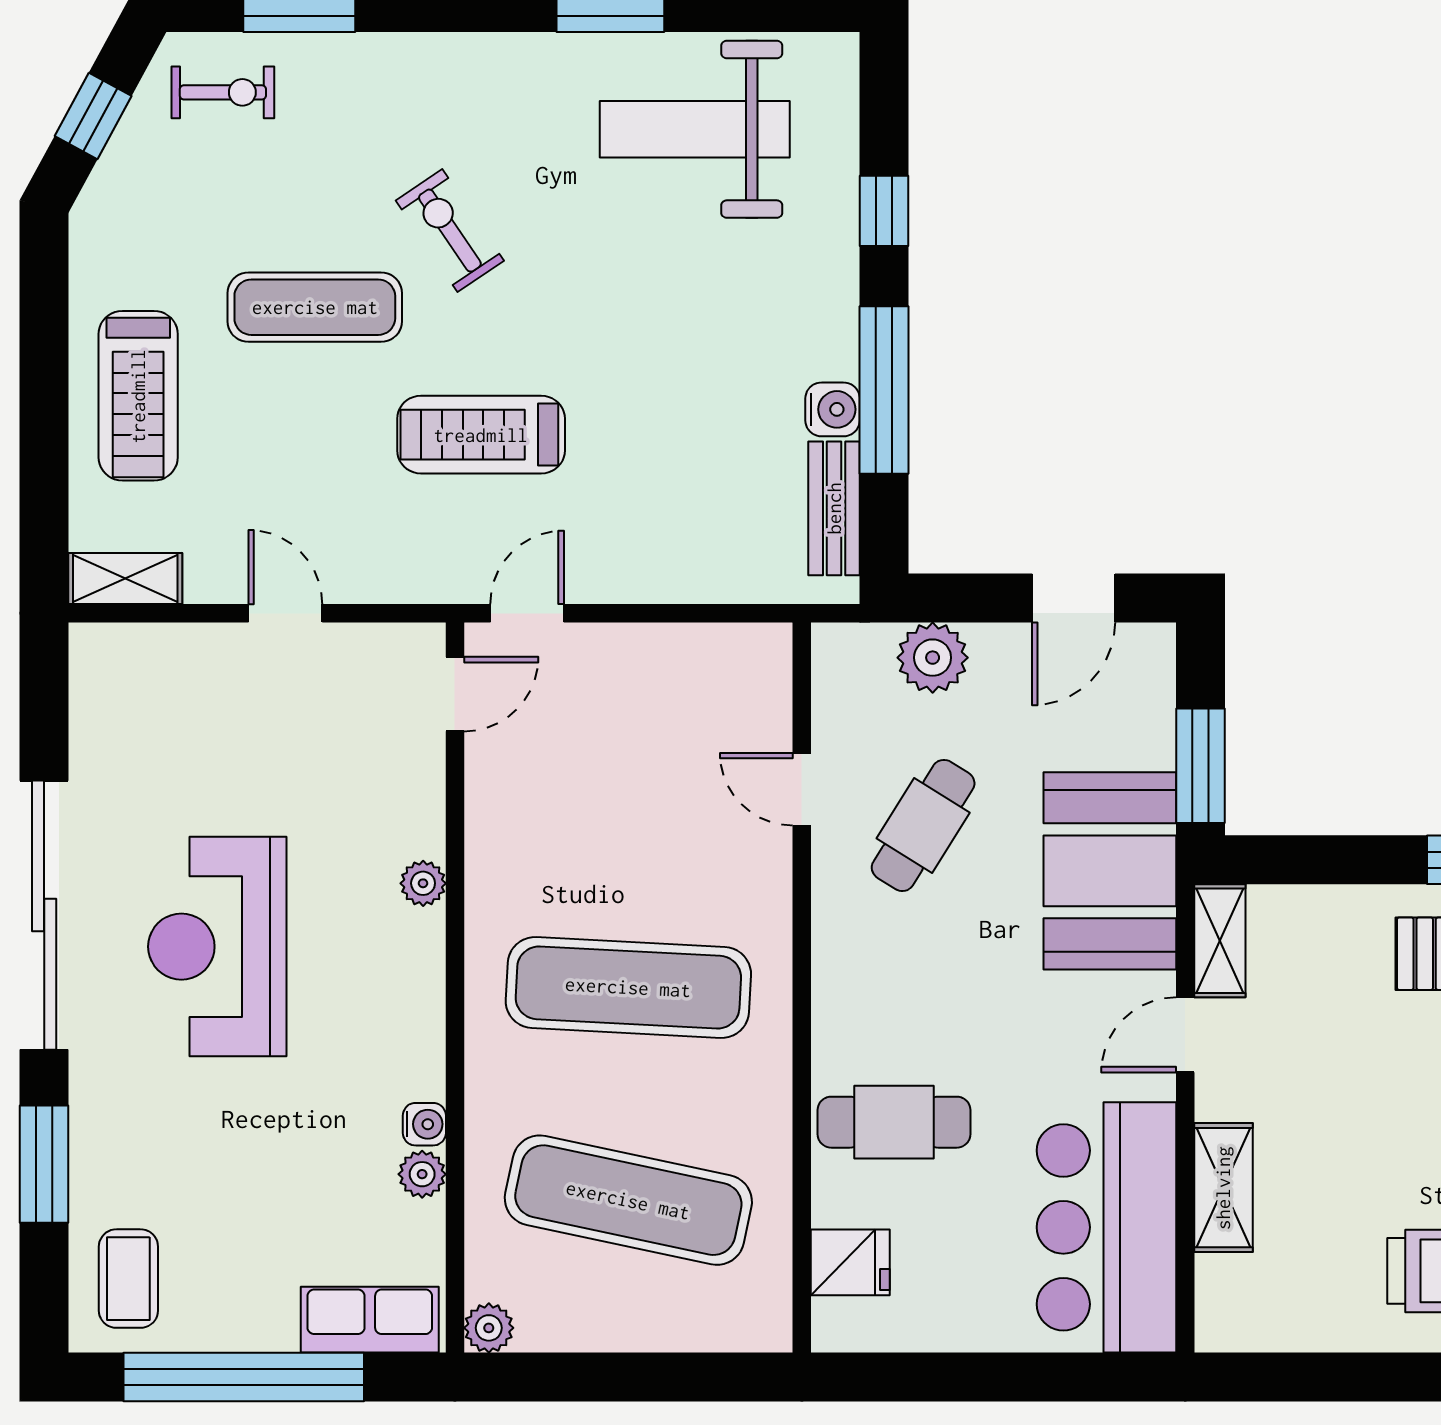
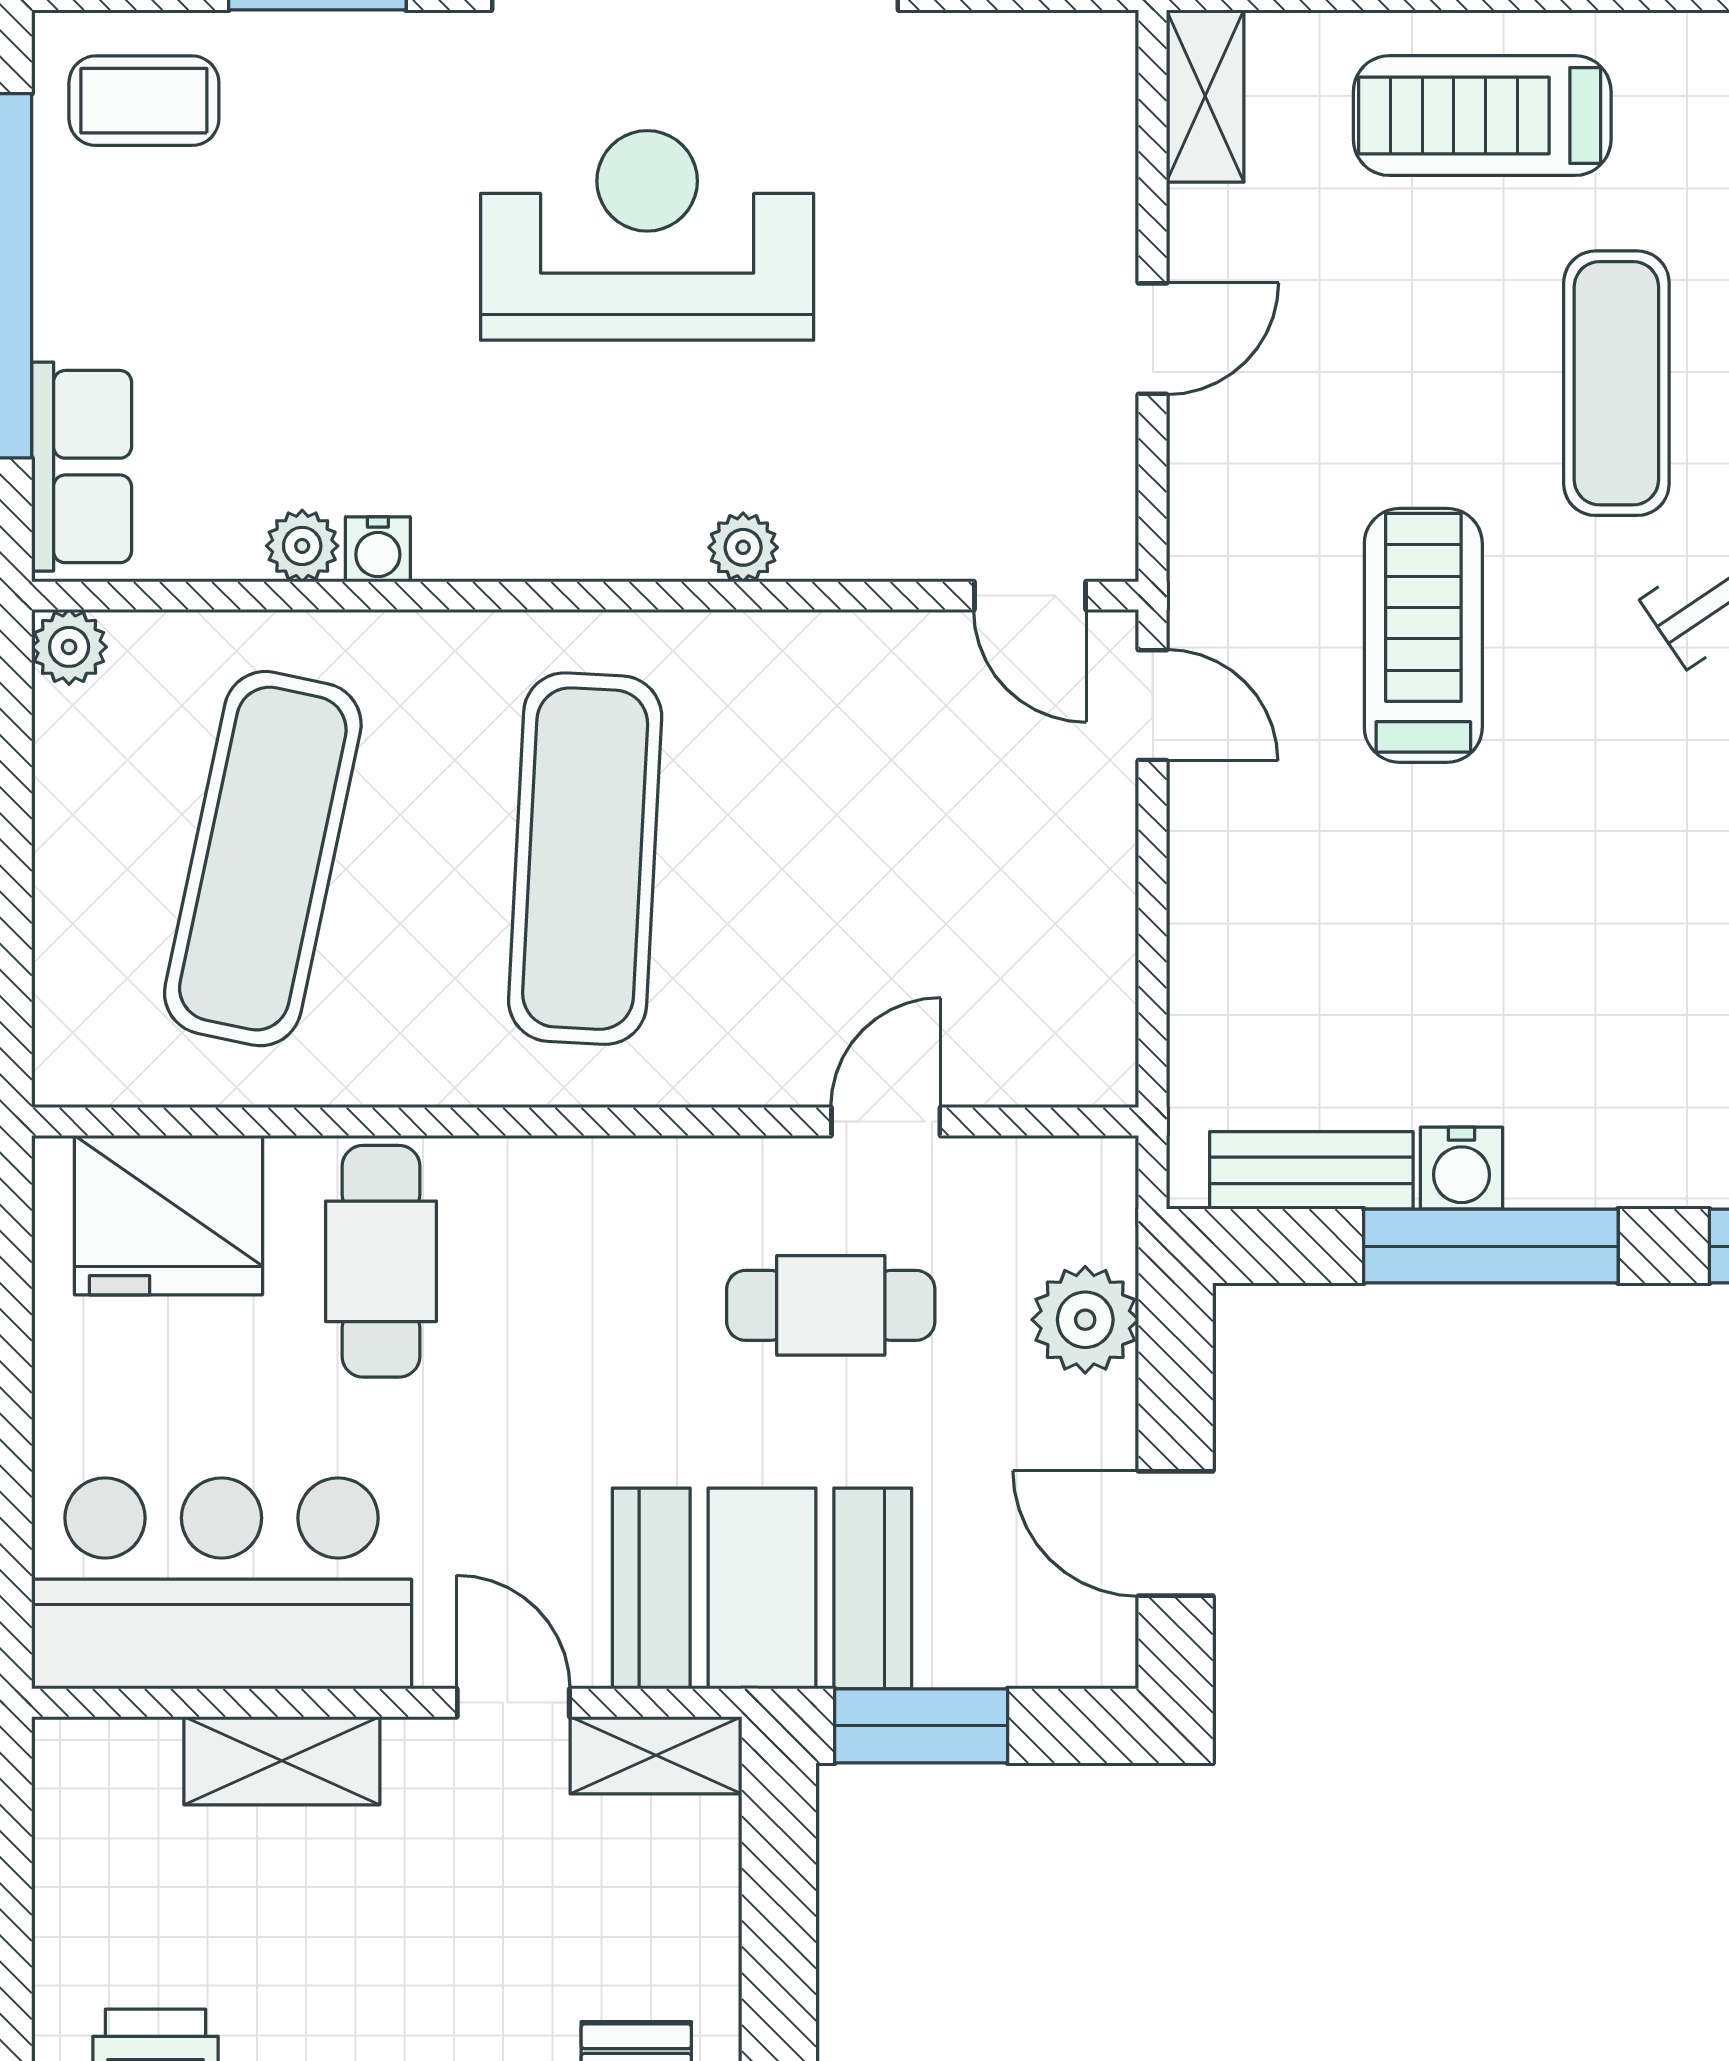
cafe table: (923, 825) -> (831, 1305), turned -32
fridge: (850, 1262) -> (168, 1215), width x1.88, depth x1.34

